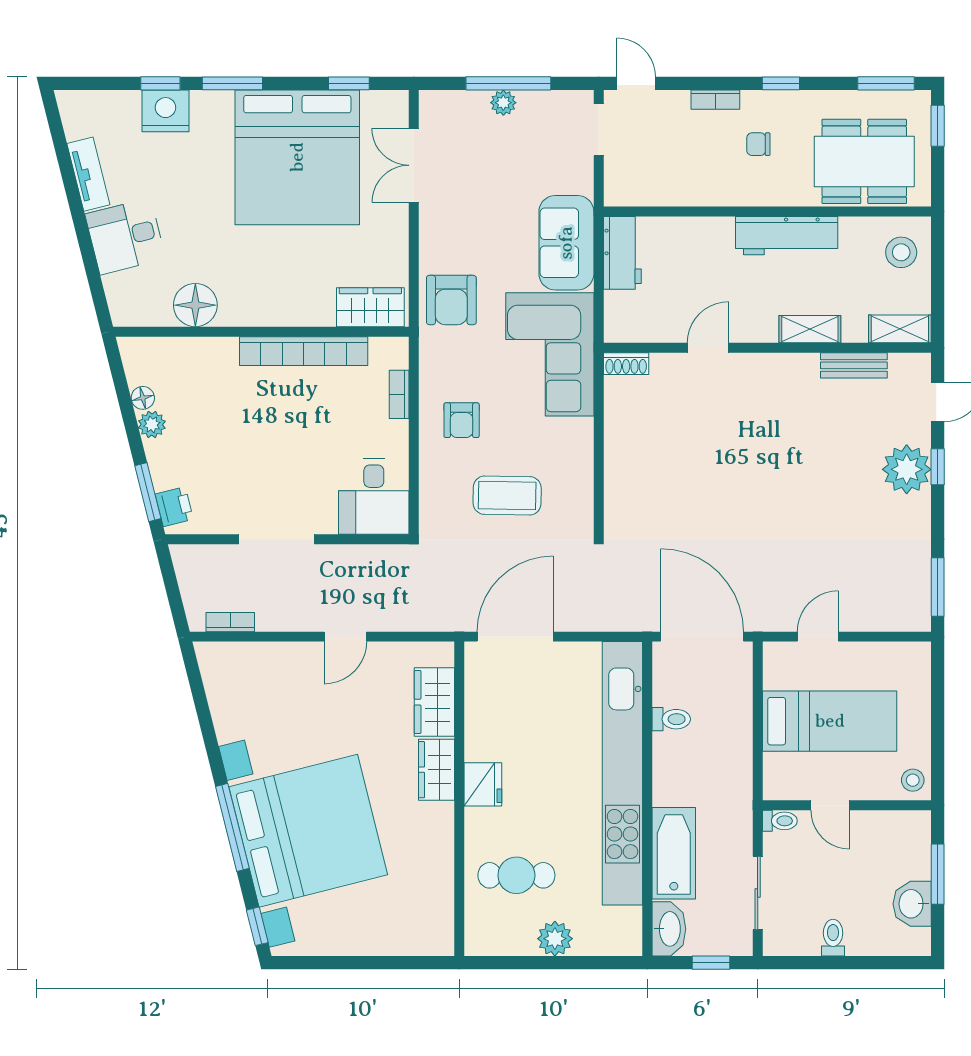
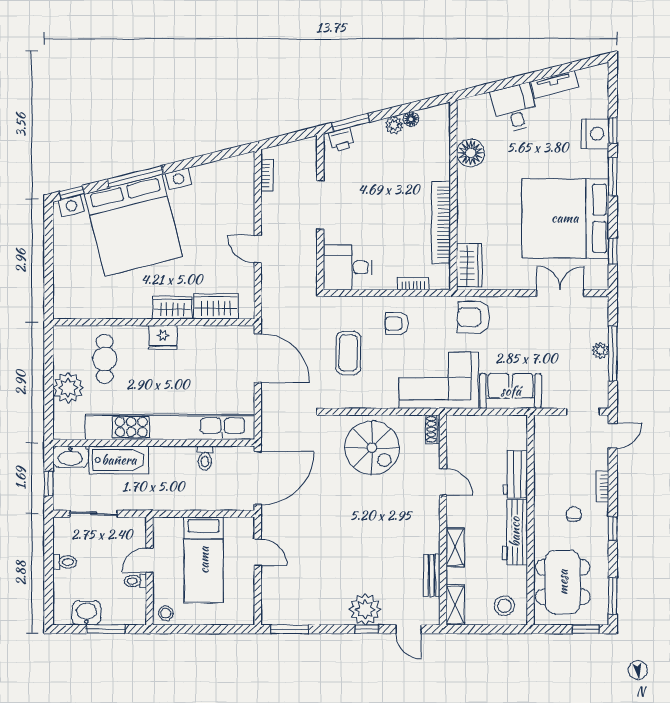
workbench: (622, 253) -> (515, 474), moved, turned 90
spiral stairs: (655, 459) -> (372, 448), added
toilet: (780, 821) -> (135, 581), moved, turned 90
plant: (555, 939) -> (68, 388), width x1.36, depth x1.36

